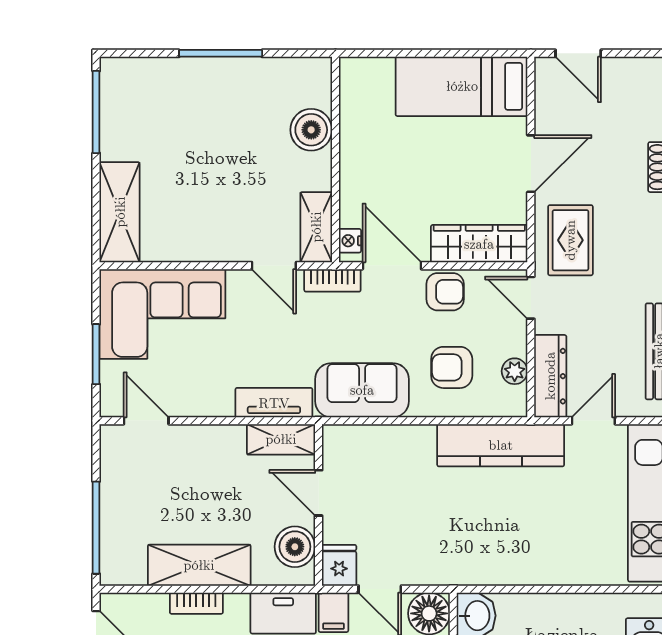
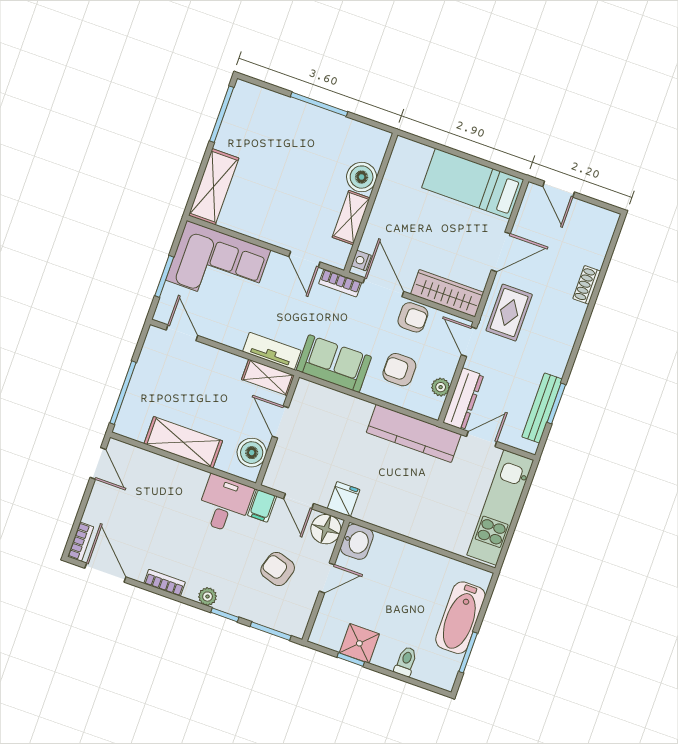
shelving: (316, 227) -> (351, 218), moved
fridge: (339, 565) -> (344, 499), moved
bookcase: (196, 603) -> (172, 467), removed

